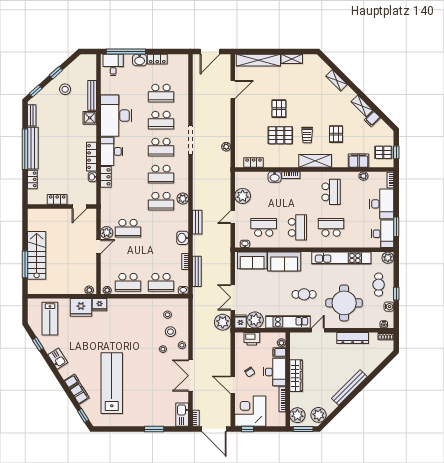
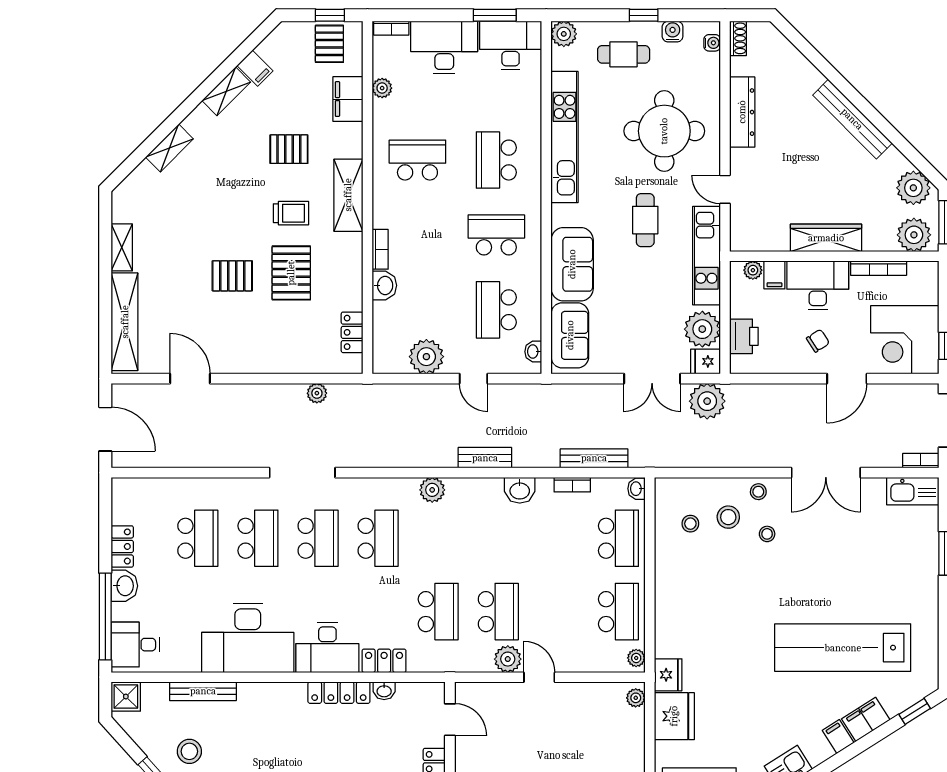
shower: (90, 118) -> (126, 697), moved
school desk: (161, 201) -> (438, 612), moved

